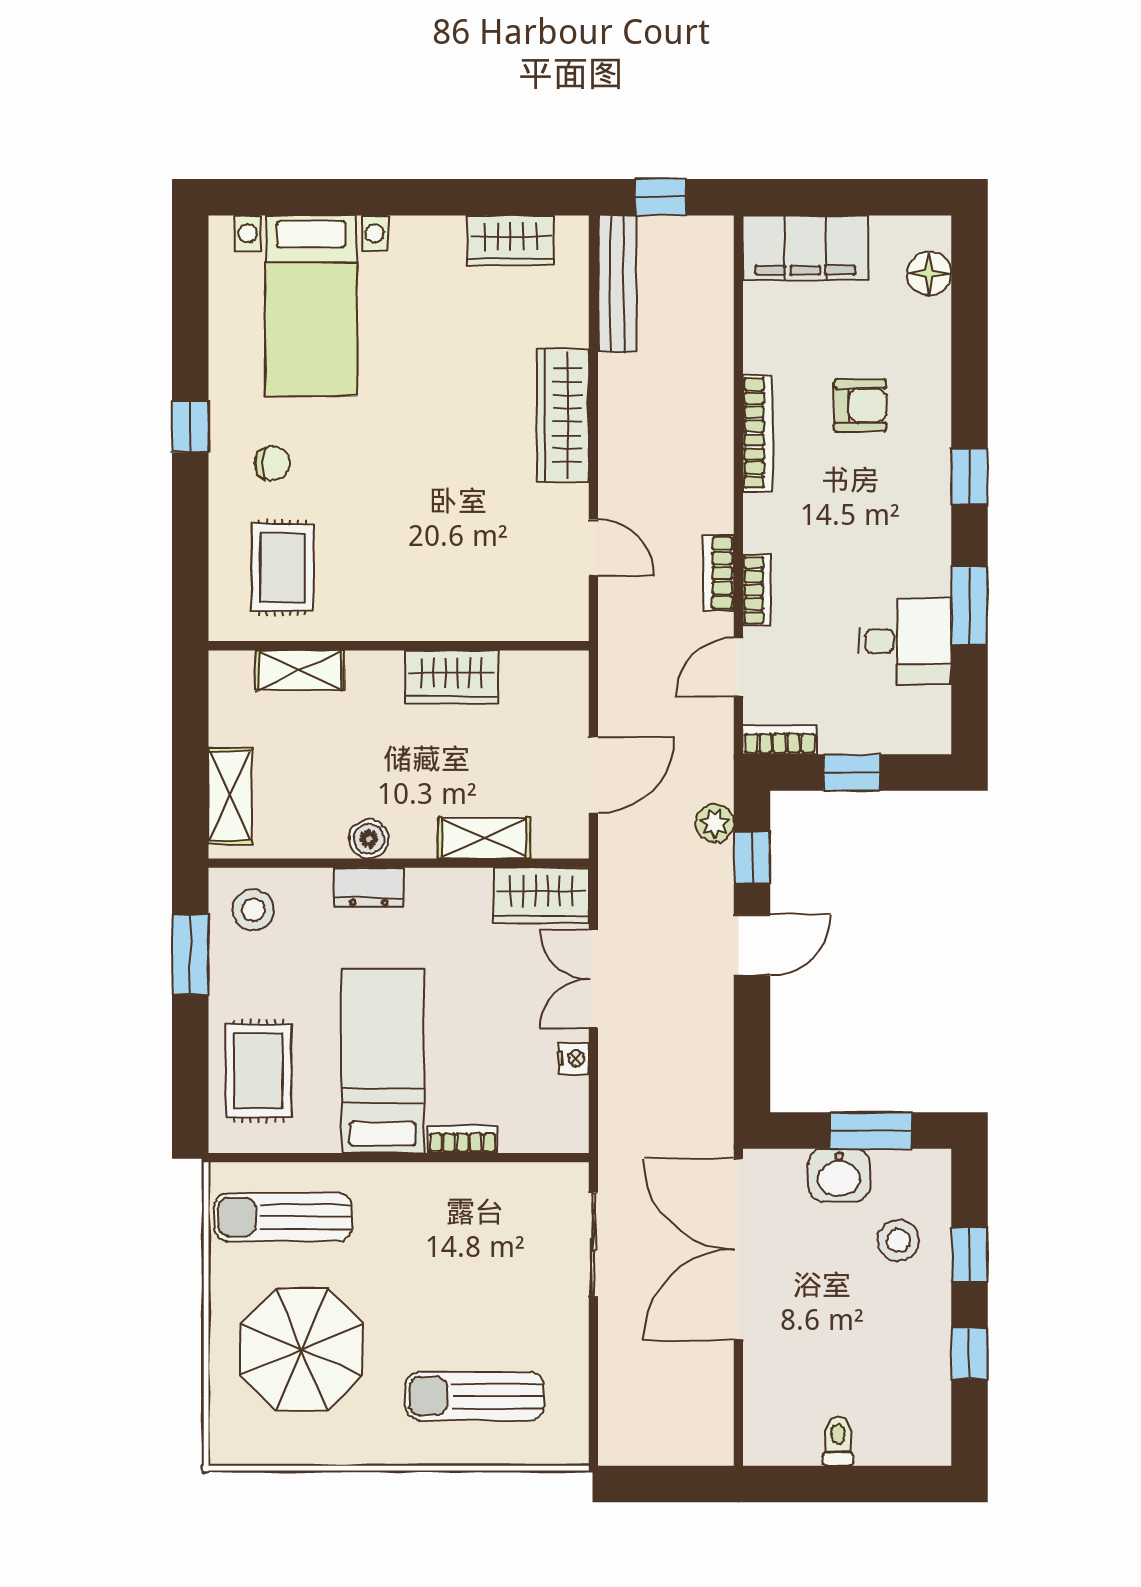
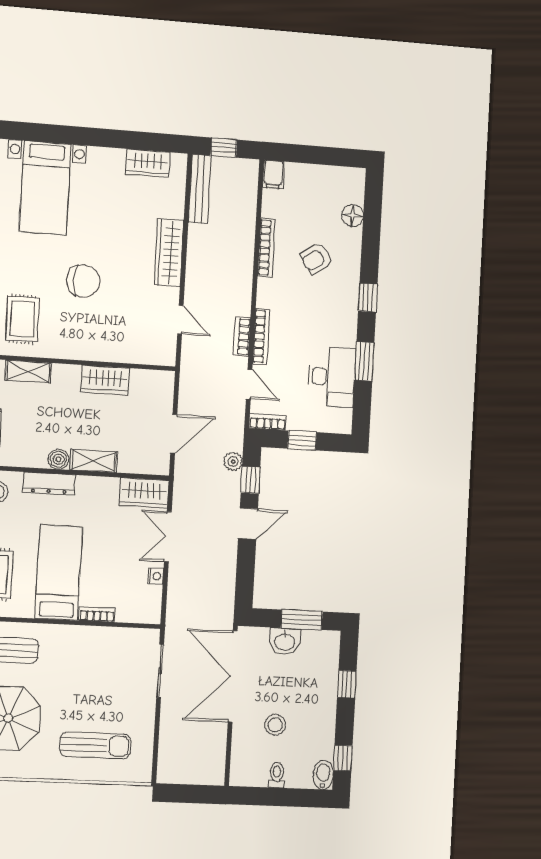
filing cabinet: (805, 248) -> (273, 174), width x0.33, depth x0.86
floor lamp: (929, 273) -> (353, 216), moved
armchair: (860, 405) -> (316, 258), turned 146
bookcase: (758, 433) -> (266, 248), moved
chair: (272, 463) -> (83, 281), moved, width x1.87, depth x1.87
bookcase: (757, 590) -> (261, 337), width x1.56
desk: (905, 641) -> (332, 377), width x1.37
door: (738, 667) -> (249, 384), swing flipped
shelving: (484, 838) -> (94, 461), moved
dresser: (369, 887) -> (49, 483), width x1.44
stool: (898, 1240) -> (275, 725), moved
window: (969, 1354) -> (343, 758), moved
sun lounger: (474, 1396) -> (95, 745), turned 180
bidet: (931, 1437) -> (323, 775), added

